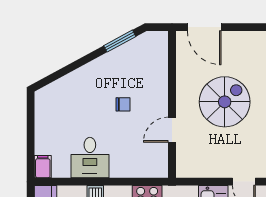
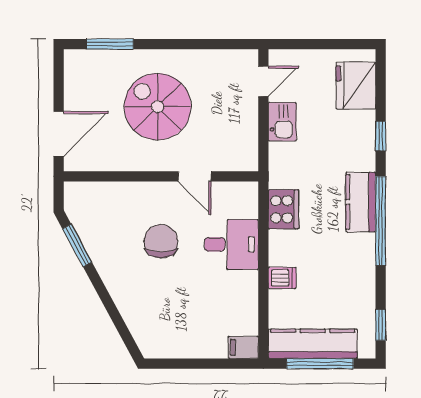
chair: (123, 104) -> (161, 241), width x1.87, depth x1.87
desk: (90, 158) -> (231, 244), moved

